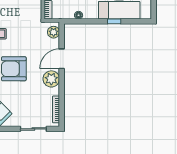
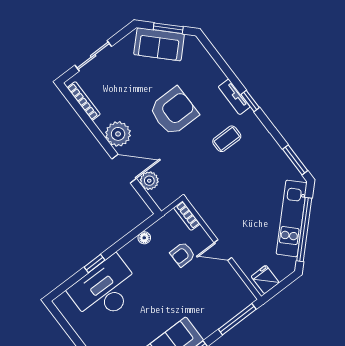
plant: (54, 32) -> (149, 181), moved
door: (62, 59) -> (124, 169), hinge flipped

